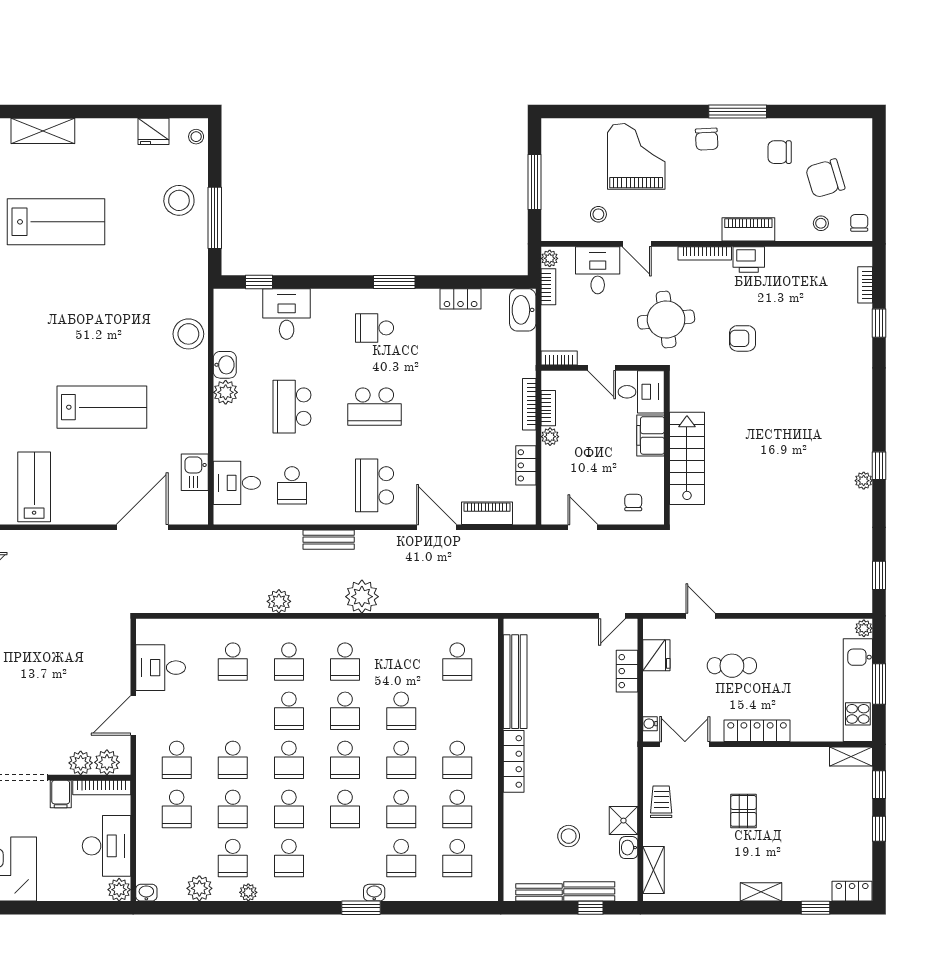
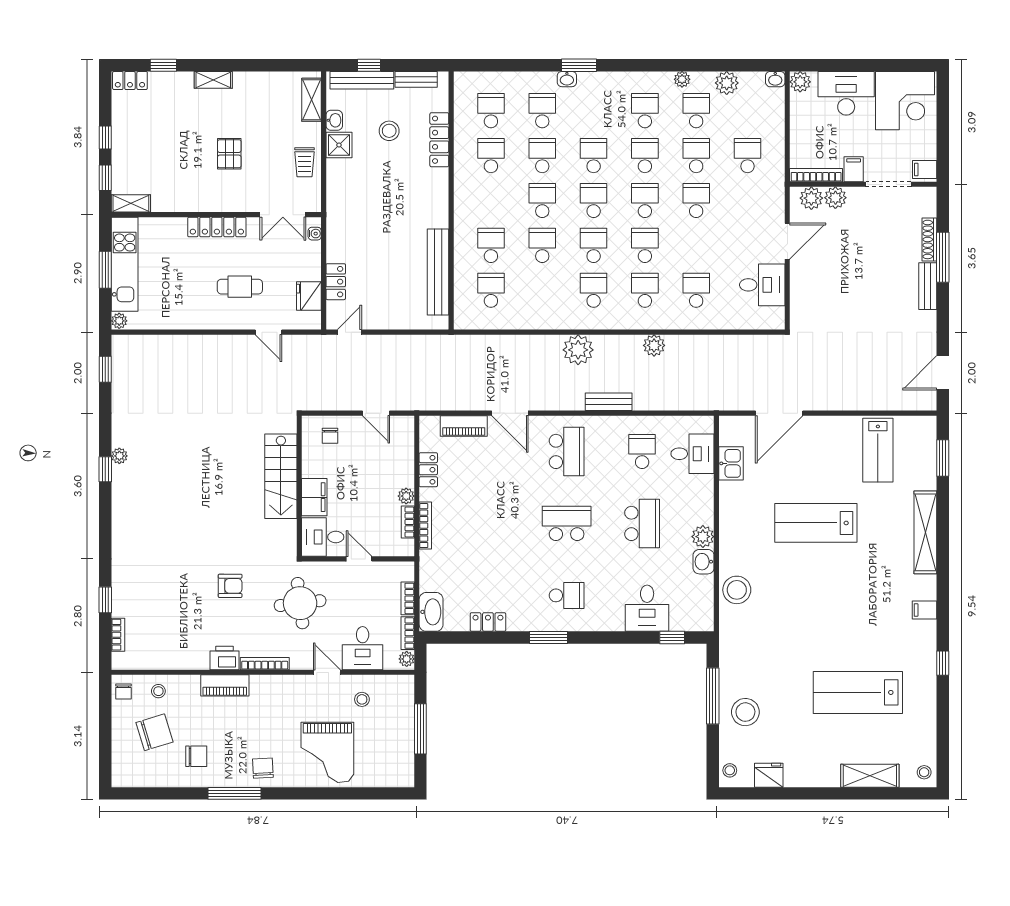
bookcase: (559, 358) -> (408, 598), moved, turned 90
school desk: (177, 760) -> (748, 200), removed
school desk: (457, 760) -> (491, 245), moved
locker: (514, 761) -> (439, 140), moved
desk: (106, 846) -> (846, 93), moved, turned 90
bench: (589, 891) -> (362, 80), width x1.36

